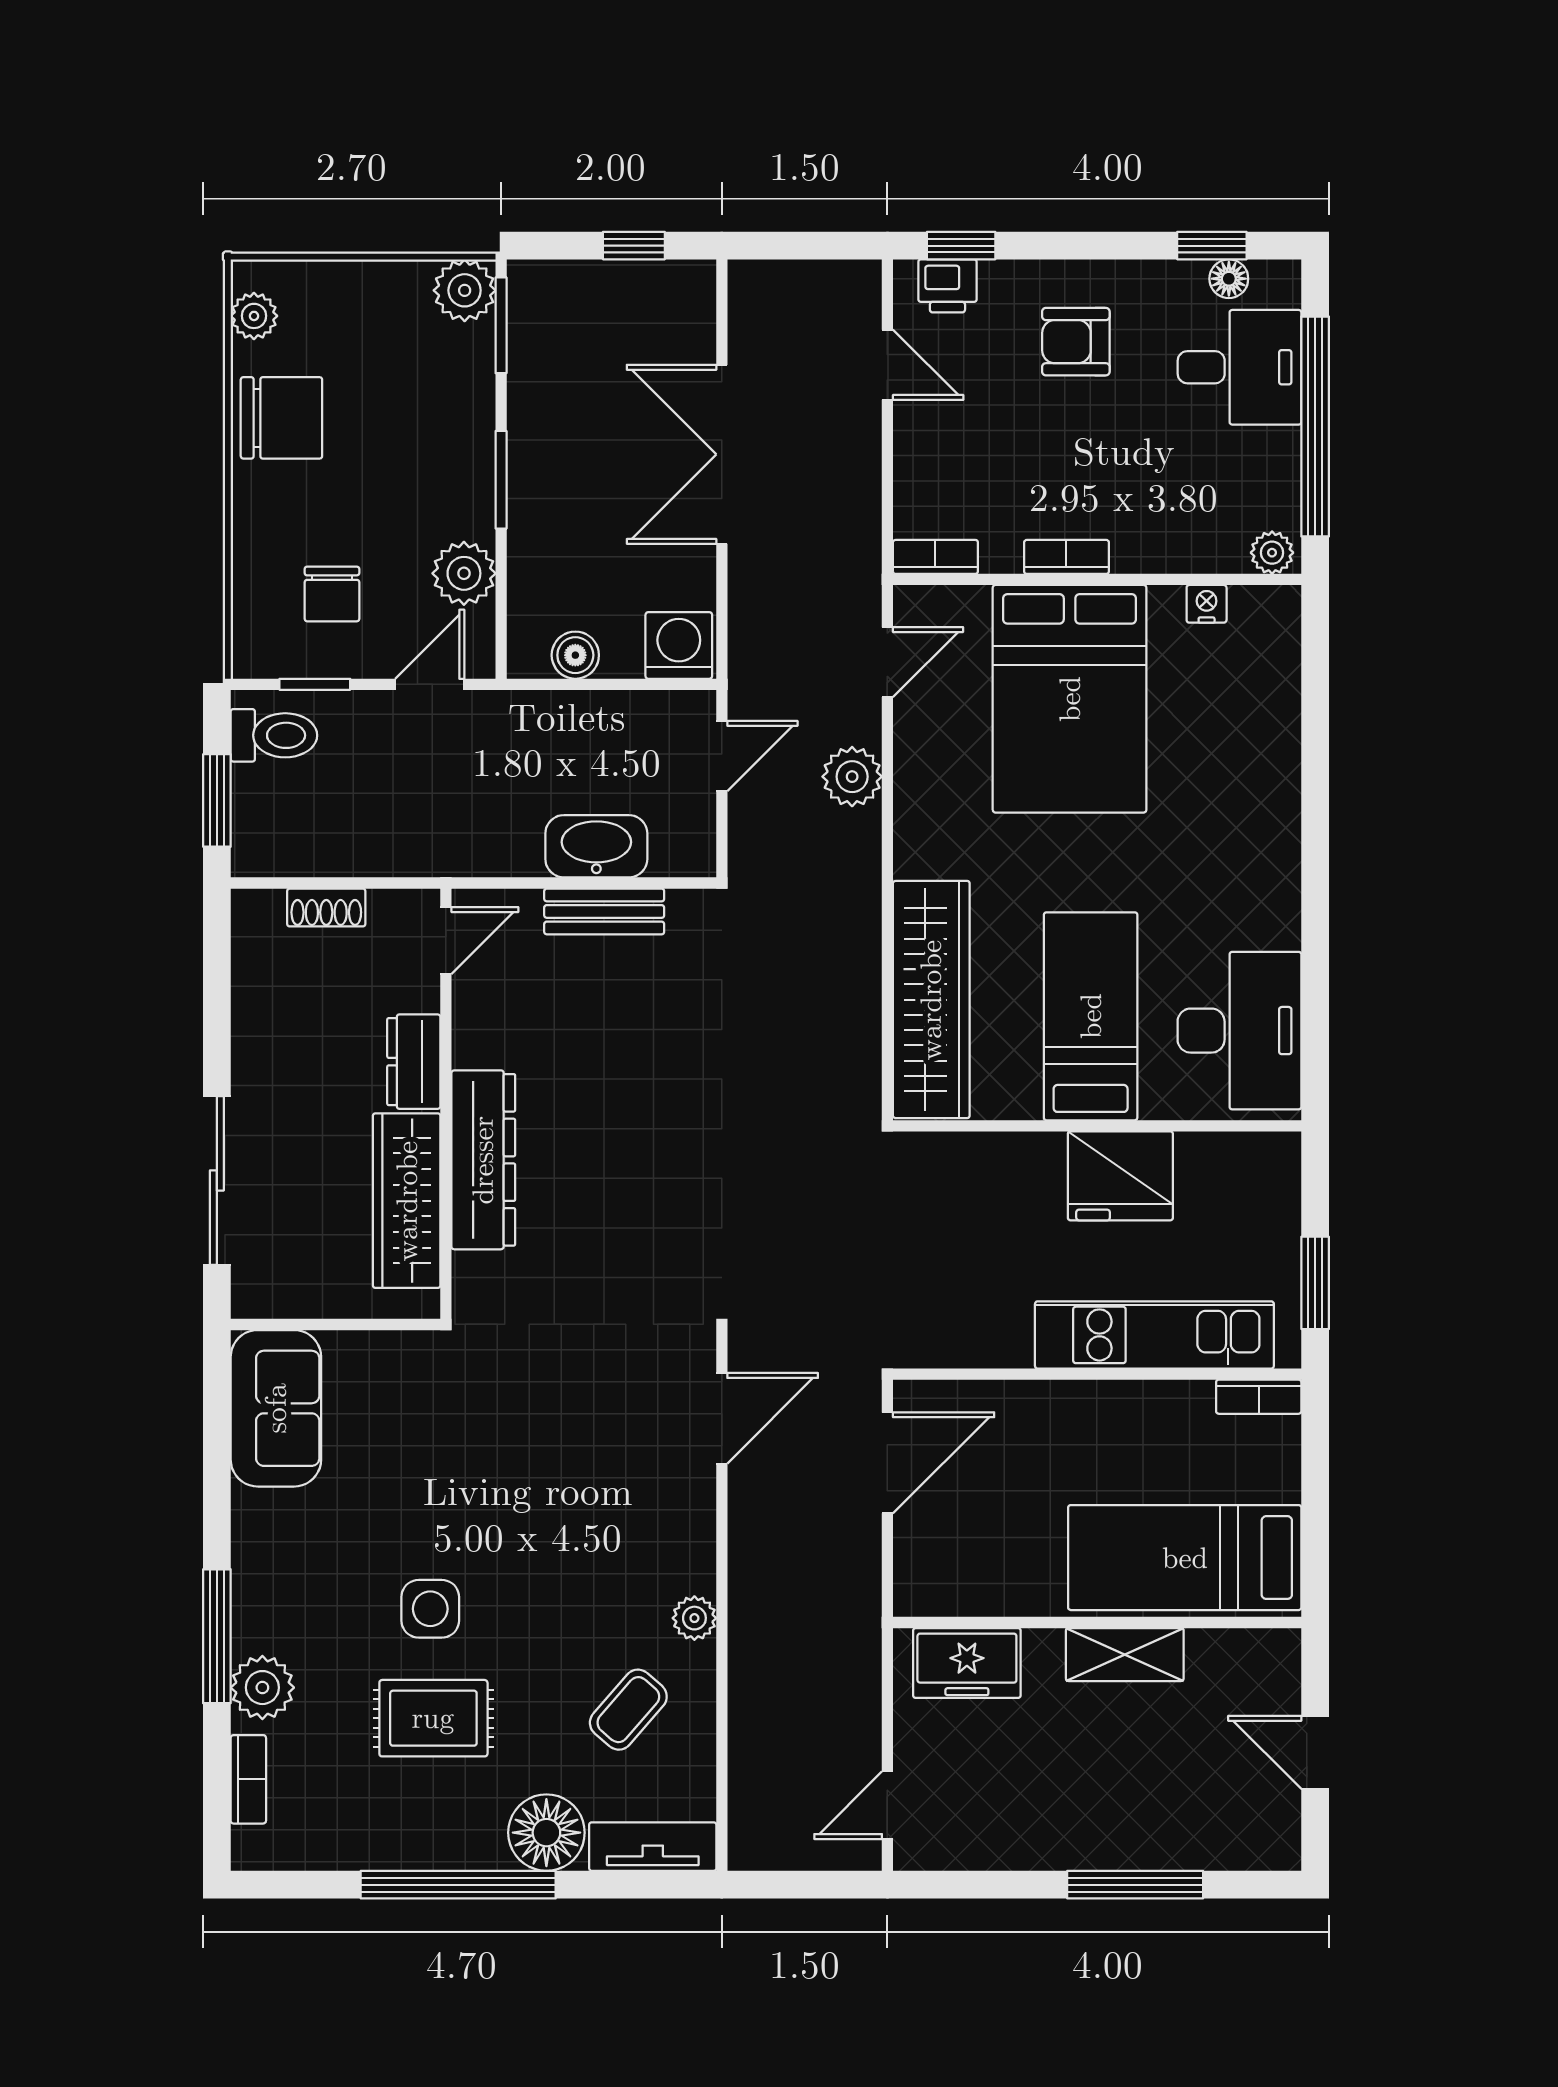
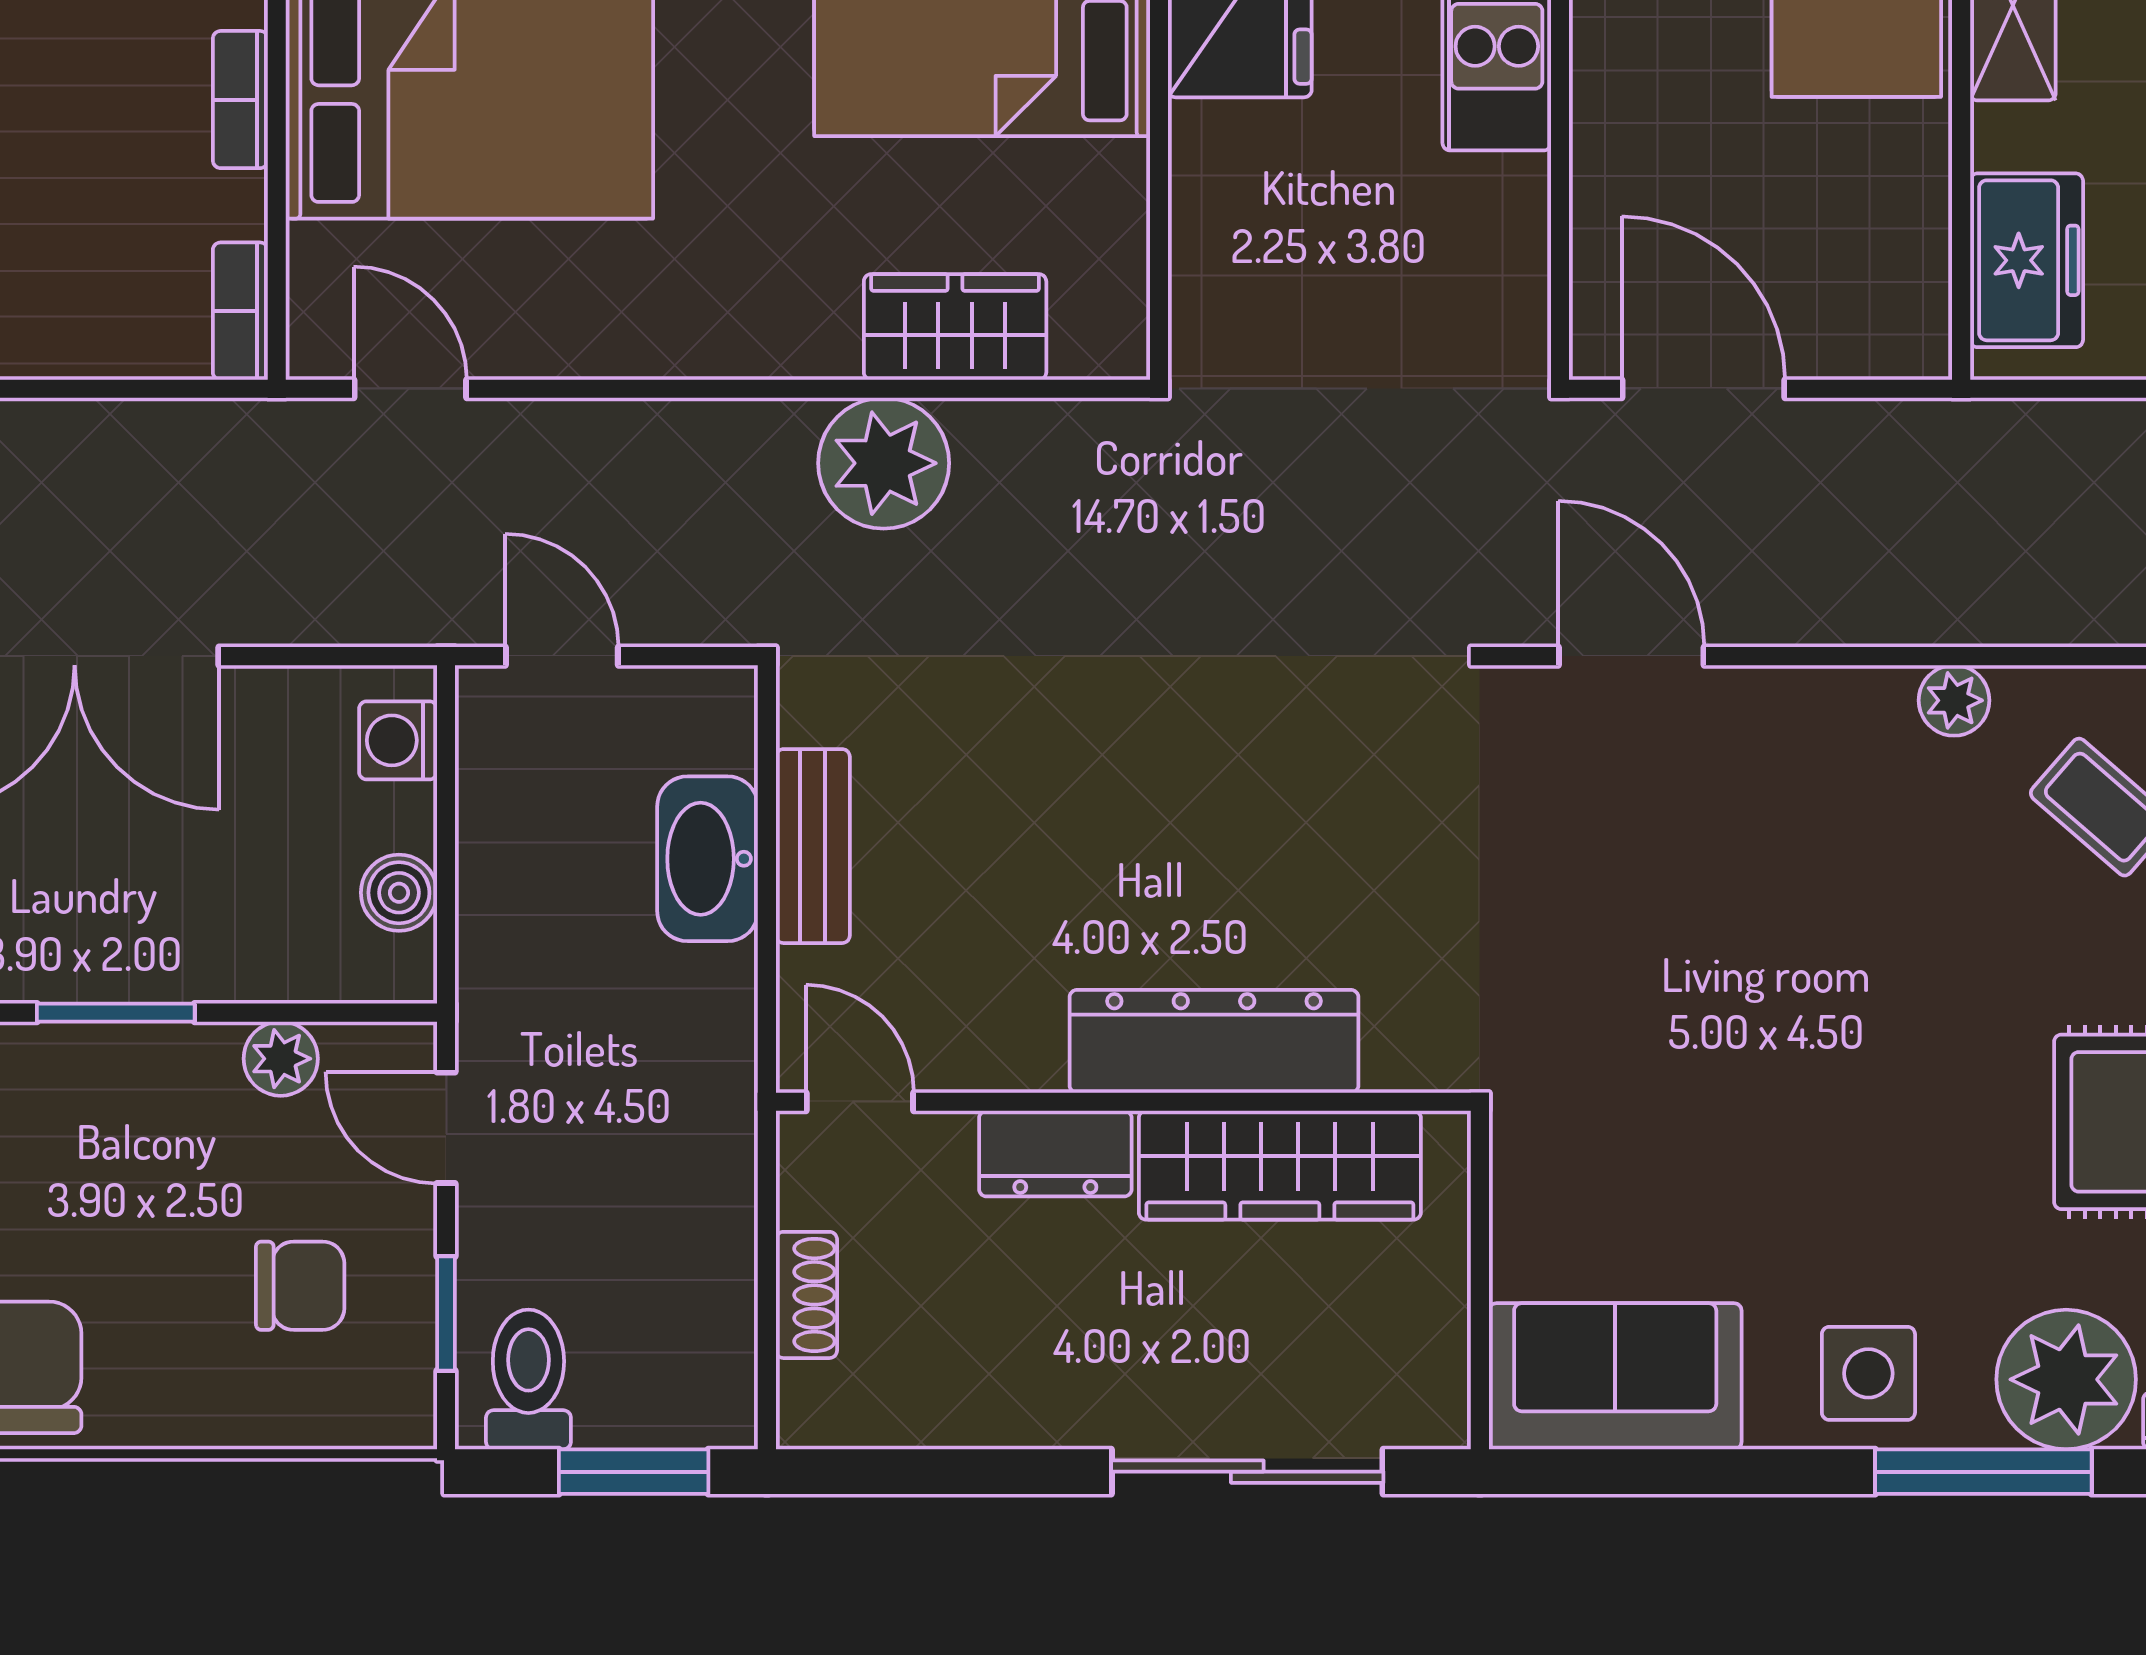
plant: (464, 573) -> (281, 1059), width x0.73, depth x0.73
washing machine: (679, 645) -> (398, 740), width x0.73, depth x0.73
plant: (852, 777) -> (884, 463), moved, width x1.36, depth x1.36
wardrobe: (931, 1000) -> (955, 327), width x0.48, depth x0.85
side table: (430, 1609) -> (1868, 1373), moved
plant: (262, 1688) -> (2066, 1379), width x1.36, depth x1.36

